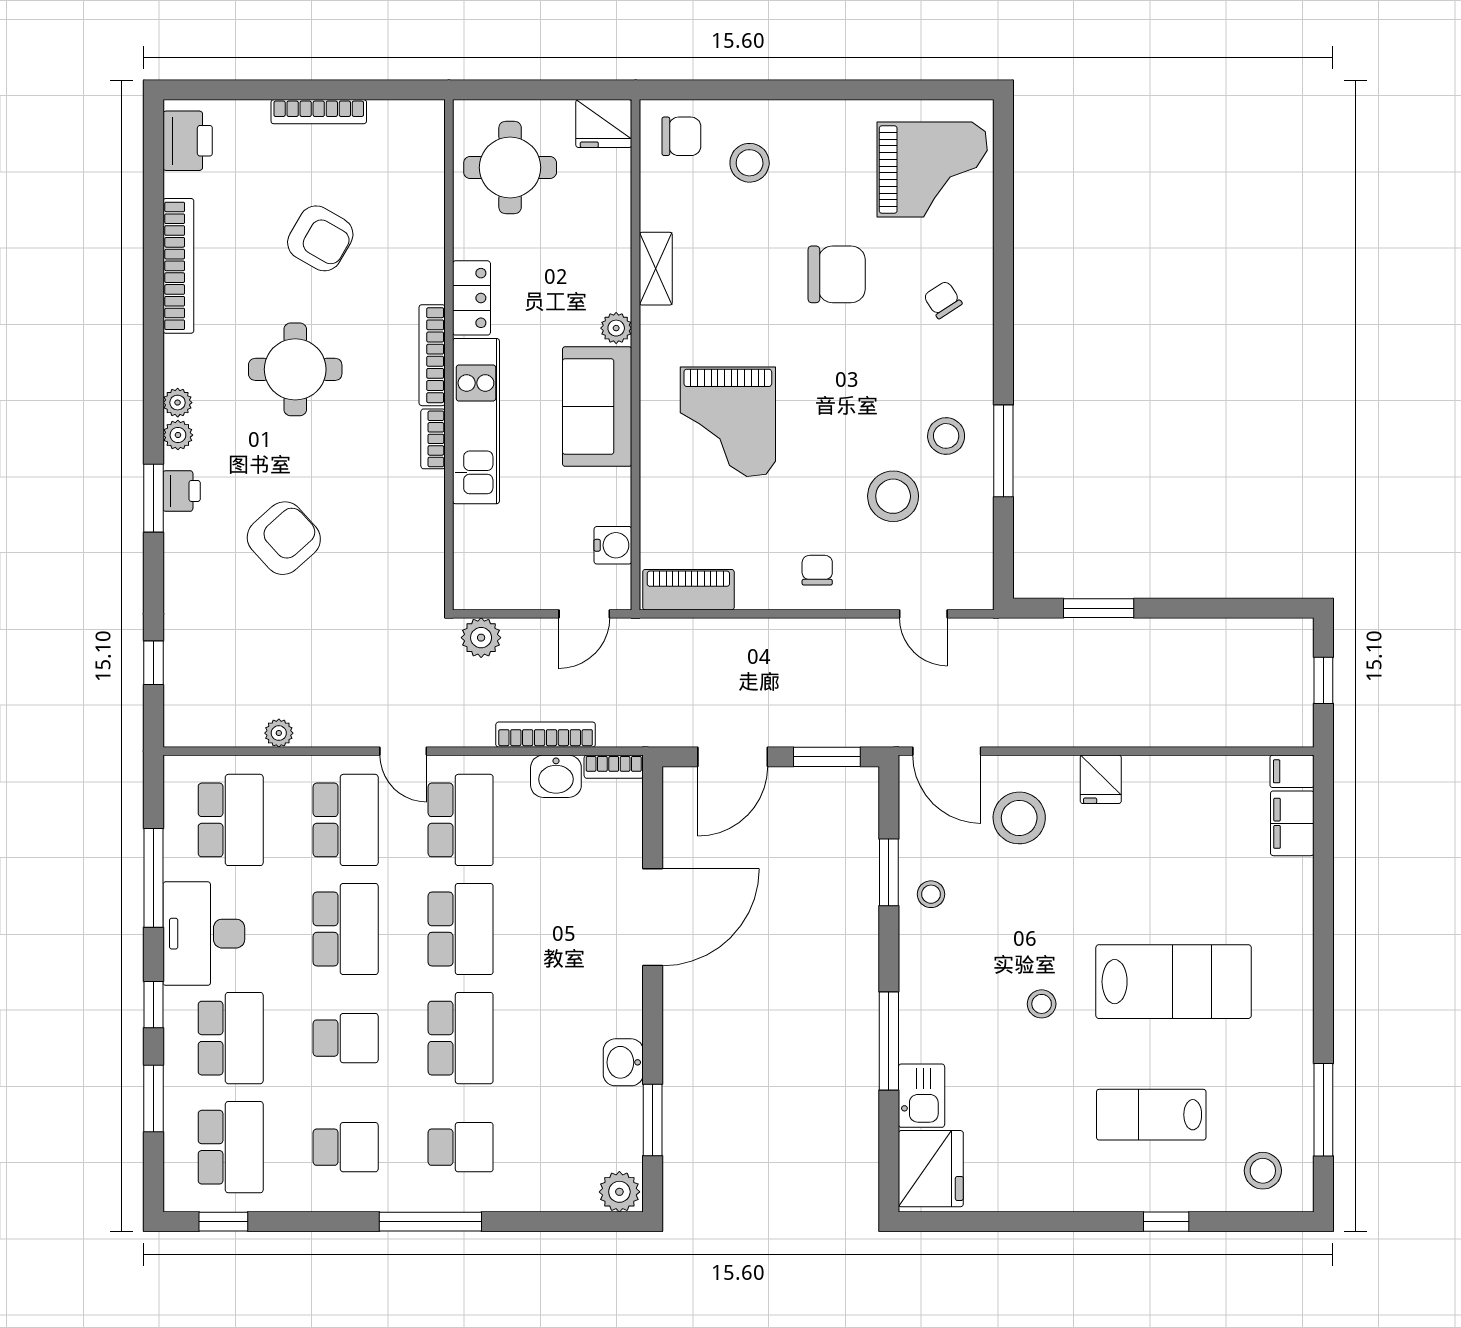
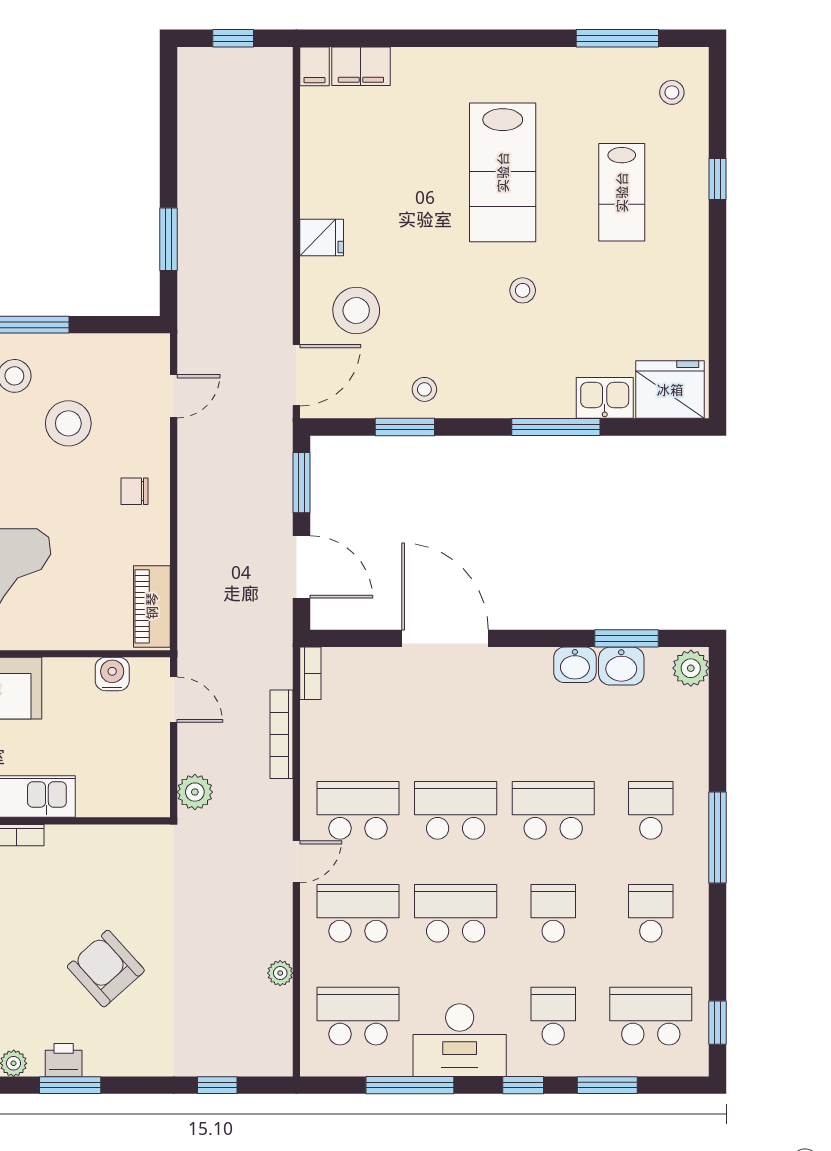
washbasin: (556, 776) -> (621, 666), moved, turned 90
lab bench: (1174, 982) -> (503, 172), turned 180
school desk: (231, 1038) -> (553, 1016), width x0.54
stool: (1263, 1171) -> (672, 92), width x0.73, depth x0.73

